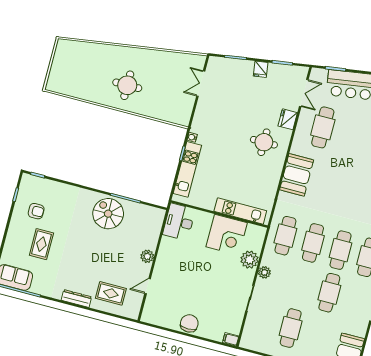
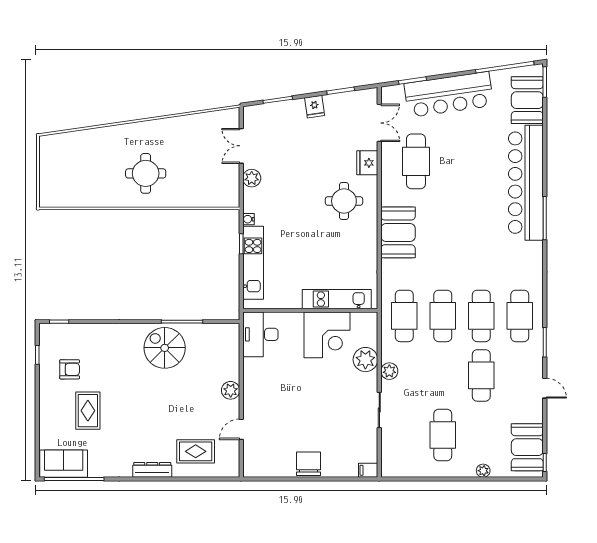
plant: (202, 109) -> (252, 178), added

